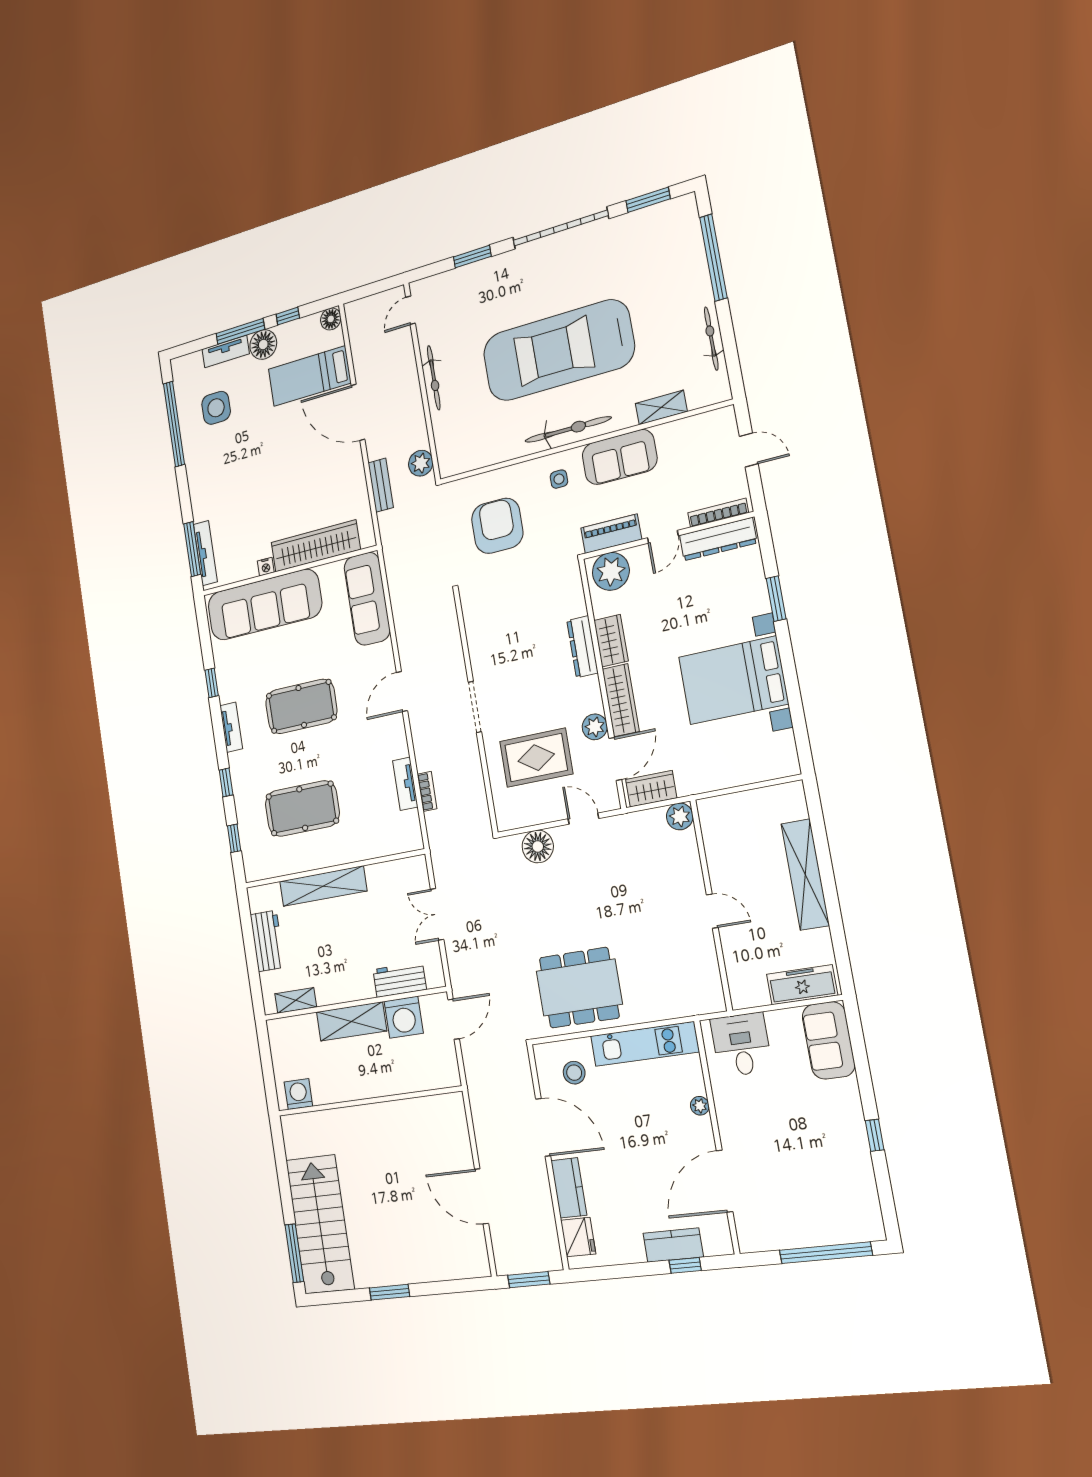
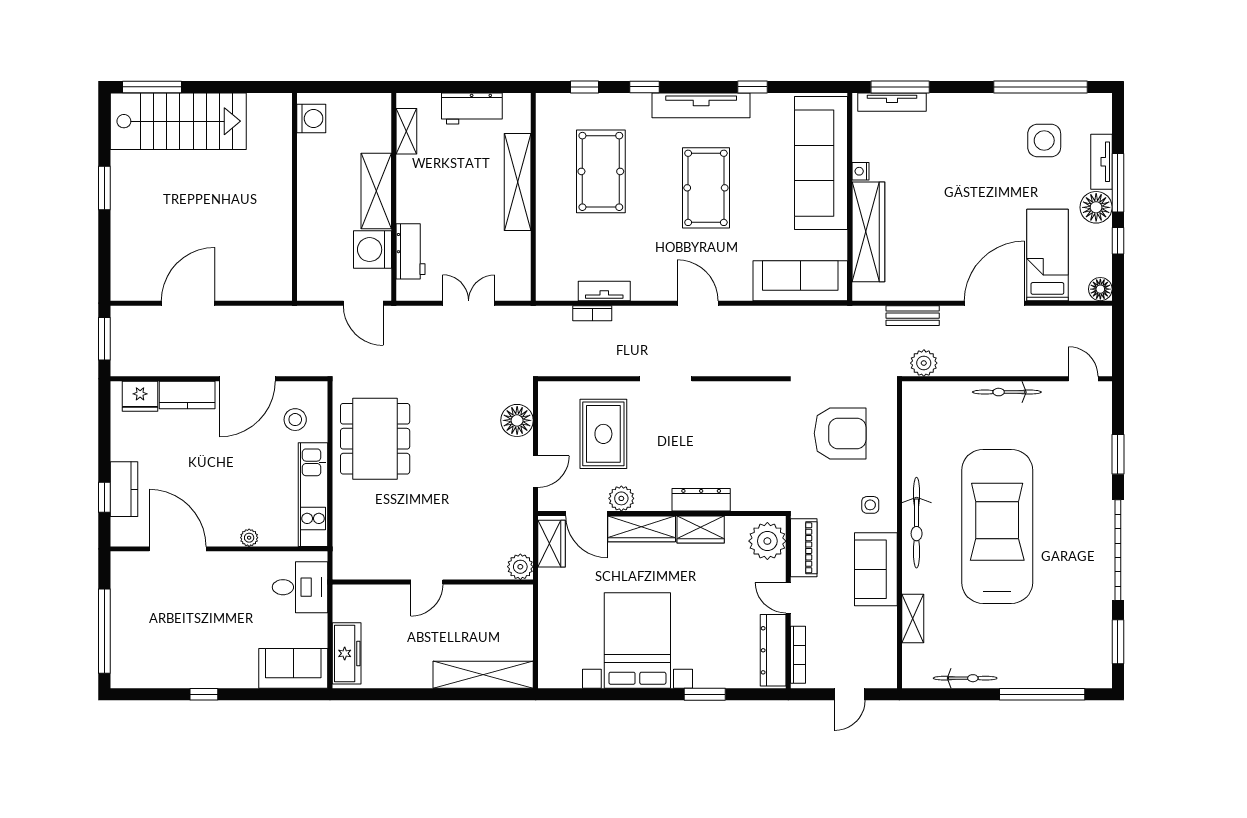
tv unit: (231, 727) -> (701, 105), width x1.92, depth x1.29
shelving: (805, 875) -> (483, 675), moved

